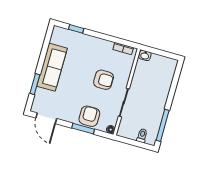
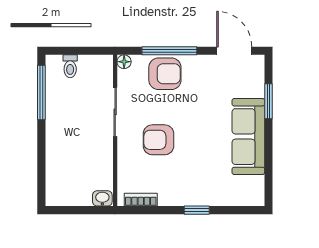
window: (76, 29) -> (197, 210), moved
armchair: (89, 116) -> (165, 74), turned -90
window: (83, 129) -> (169, 51), width x1.44

